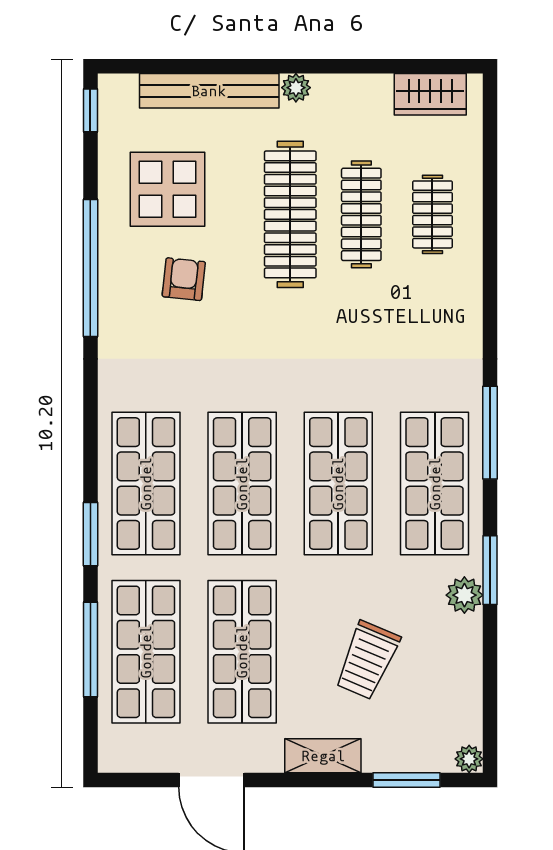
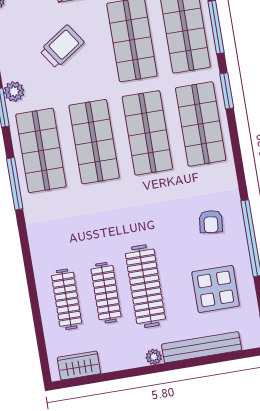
clothes rail: (432, 214) -> (67, 299), width x1.36
armchair: (184, 279) -> (211, 222), moved
trolley: (367, 660) -> (62, 47), turned 33

